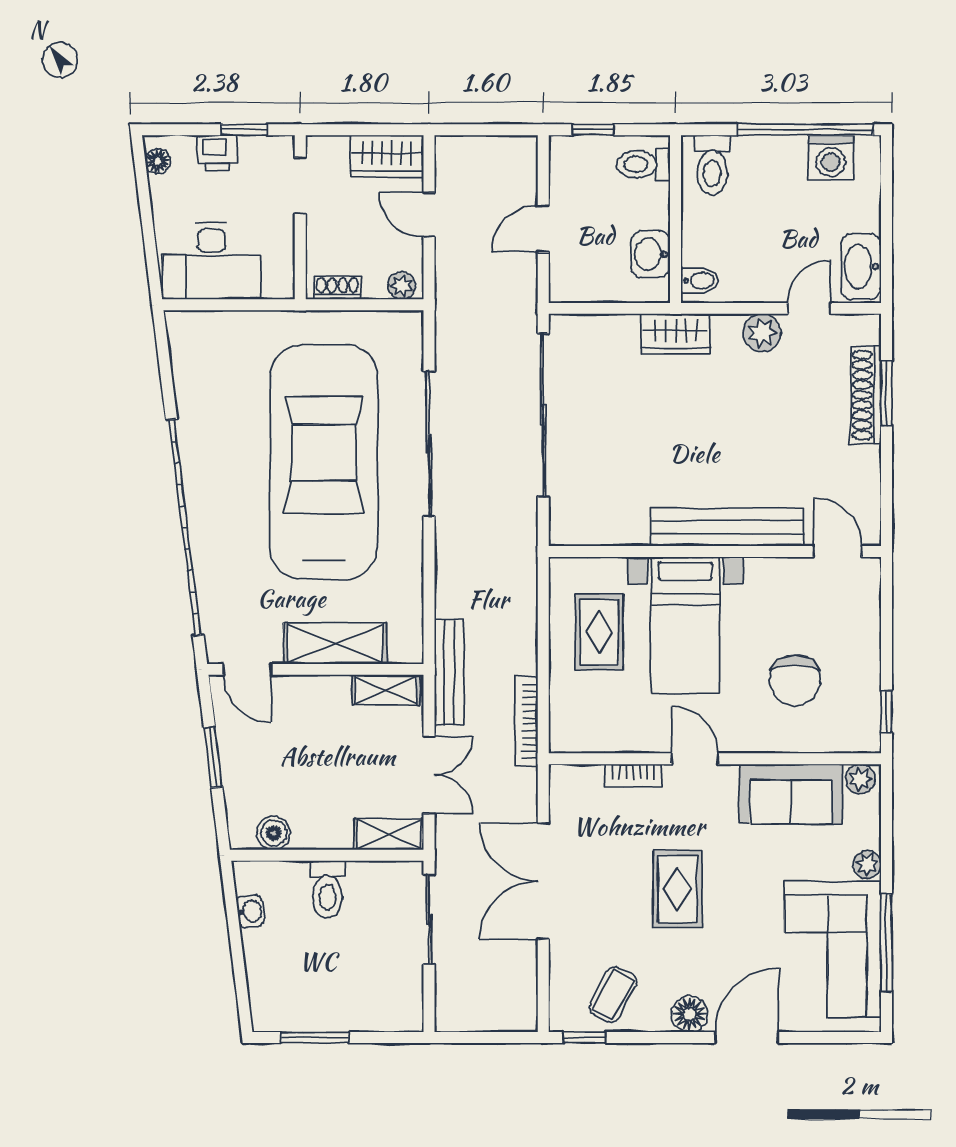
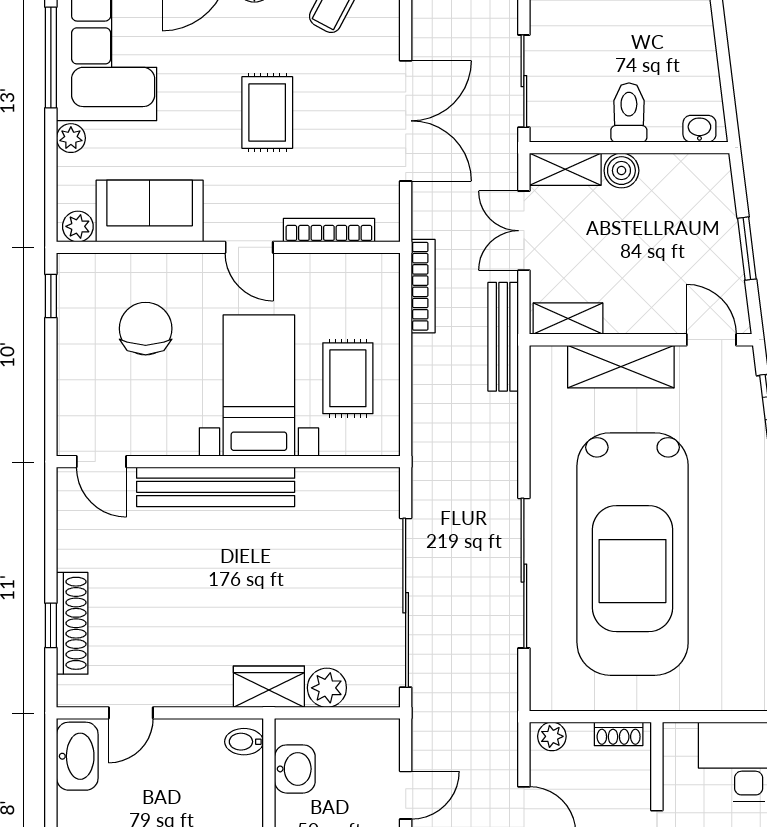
plant: (762, 333) -> (327, 688), moved
window: (886, 393) -> (51, 625), width x0.67
bookcase: (633, 775) -> (329, 230), width x1.56
boiler: (274, 833) -> (621, 171), moved
washbasin: (250, 911) -> (699, 129), moved, turned 97

